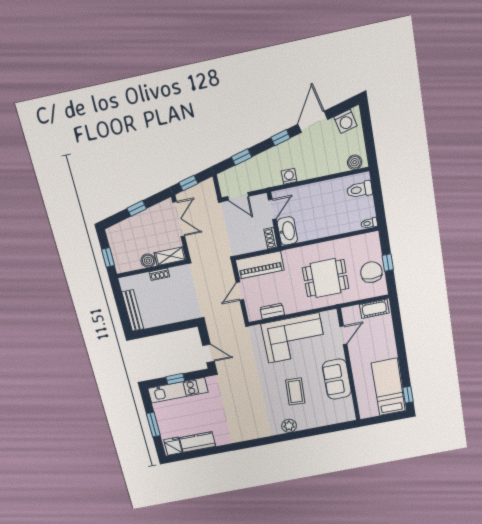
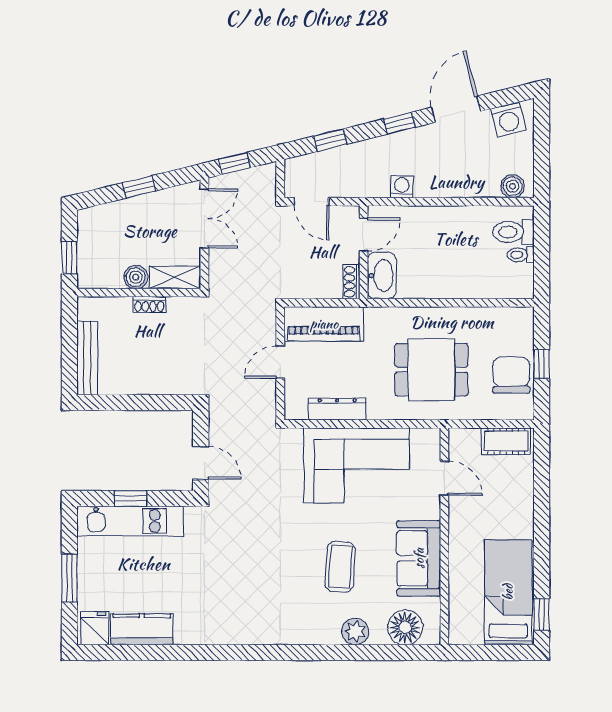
toilet: (369, 223) -> (521, 255), moved
dresser: (272, 311) -> (337, 409), width x1.44
door: (343, 335) -> (444, 478), hinge flipped
floor lamp: (336, 415) -> (405, 627), added
plant: (289, 426) -> (355, 631), moved

